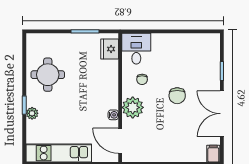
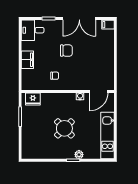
filing cabinet: (164, 41) -> (27, 60), added
desk: (136, 49) -> (33, 30), moved
round table: (48, 75) -> (64, 128), moved, turned 45
plant: (133, 107) -> (75, 82), removed

